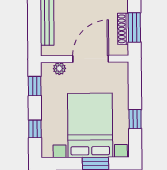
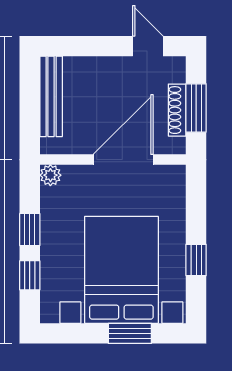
plant: (59, 68) -> (50, 175), moved
window: (35, 86) -> (30, 230), moved

